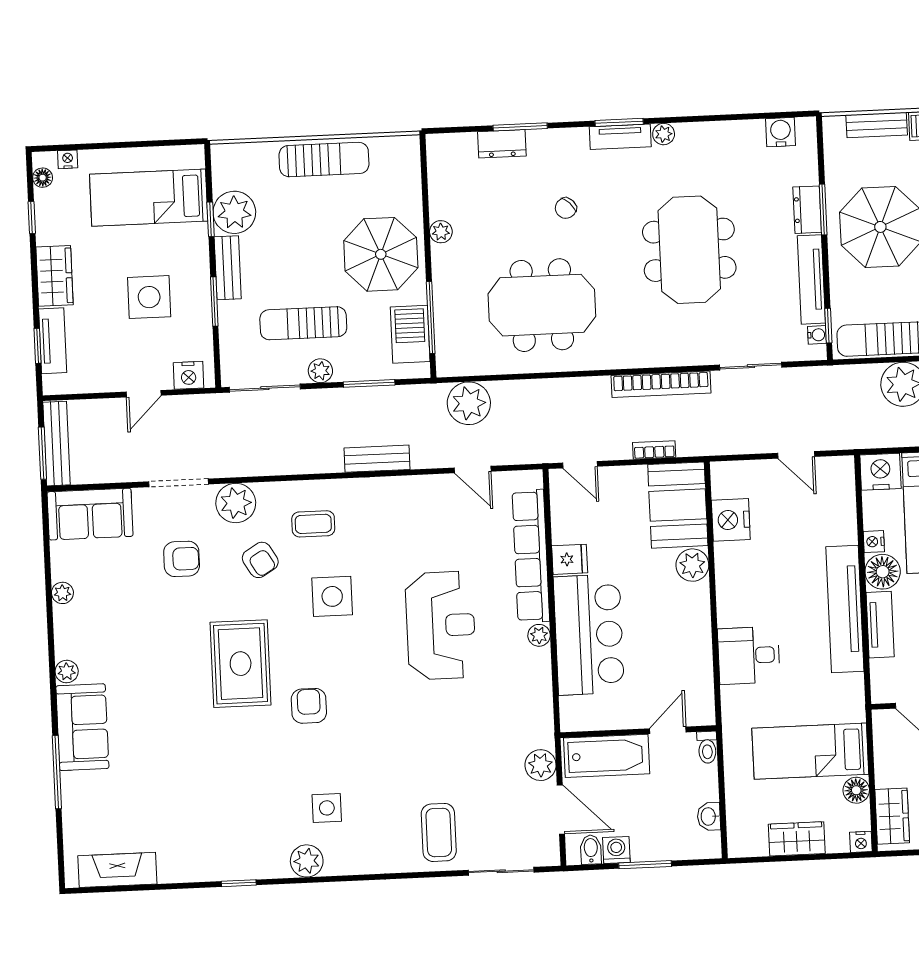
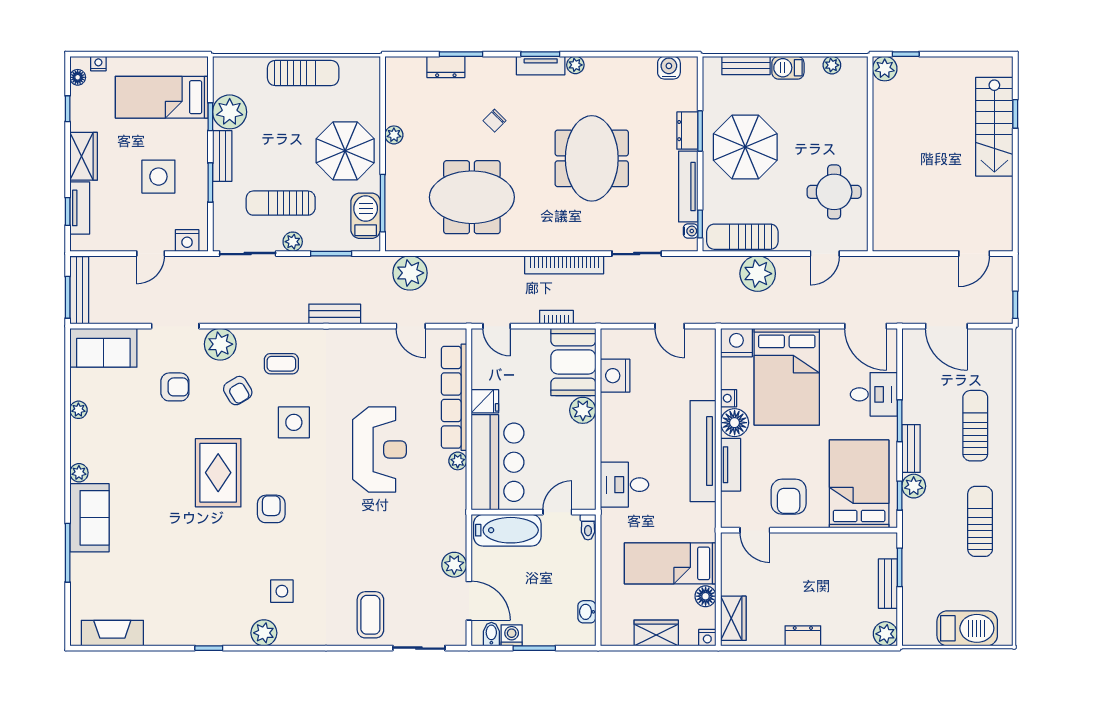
door: (668, 730) -> (557, 512), moved
wall: (638, 732) -> (533, 512), moved
toilet: (707, 747) -> (588, 527), moved
bathtub: (607, 756) -> (507, 530), moved

